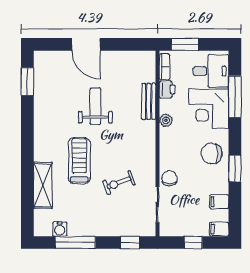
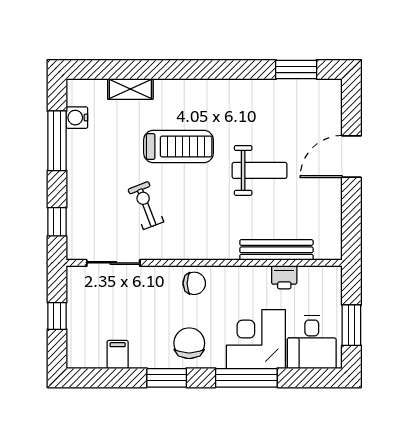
window: (185, 44) -> (351, 325), moved
bookcase: (165, 67) -> (318, 273), removed
window: (235, 97) -> (246, 378), moved
bench: (149, 101) -> (276, 250), width x1.36
plant: (166, 120) -> (239, 275), removed
chair: (169, 178) -> (194, 283), moved
shelving: (43, 185) -> (130, 89), width x0.67, depth x0.75
filing cabinet: (219, 229) -> (77, 355), removed

